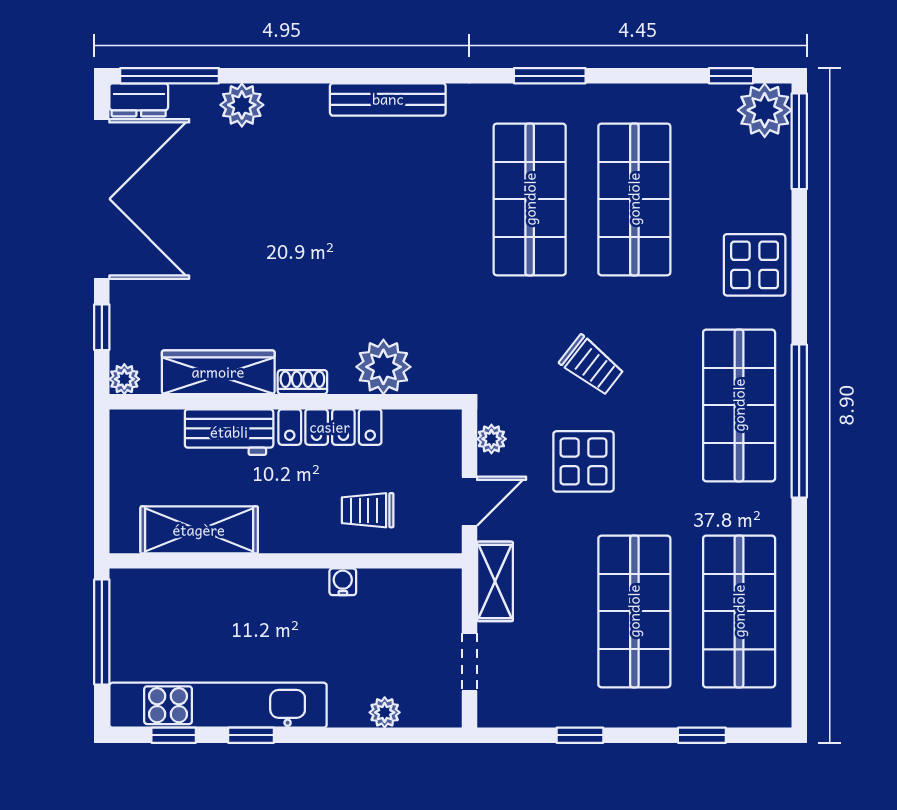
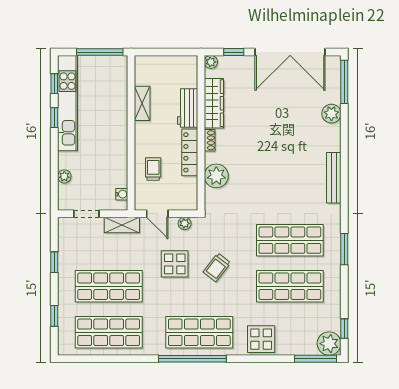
dresser: (139, 100) -> (334, 68), removed
shelving: (199, 530) -> (142, 103), width x0.67, depth x0.75
water cooler: (343, 582) -> (122, 194), moved

